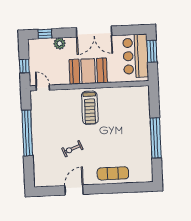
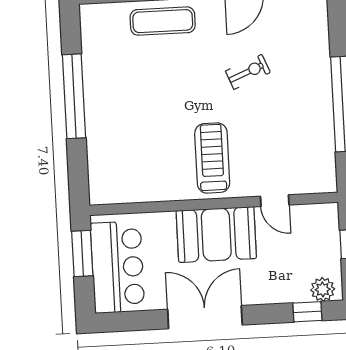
plant: (60, 43) -> (323, 289), moved
window: (152, 51) -> (82, 253), moved
door: (43, 88) -> (275, 201), moved

